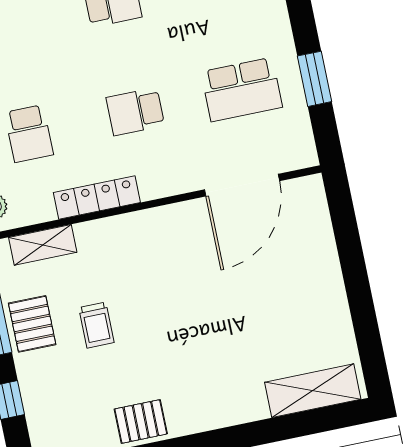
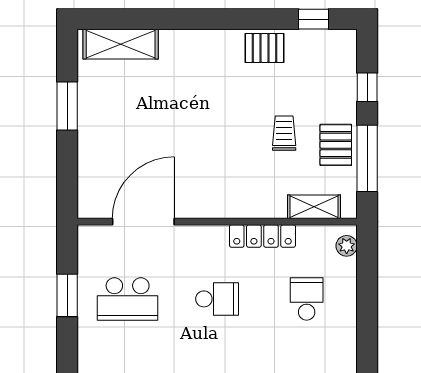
school desk: (242, 90) -> (128, 299), turned 180
window: (361, 304) -> (67, 106), added

